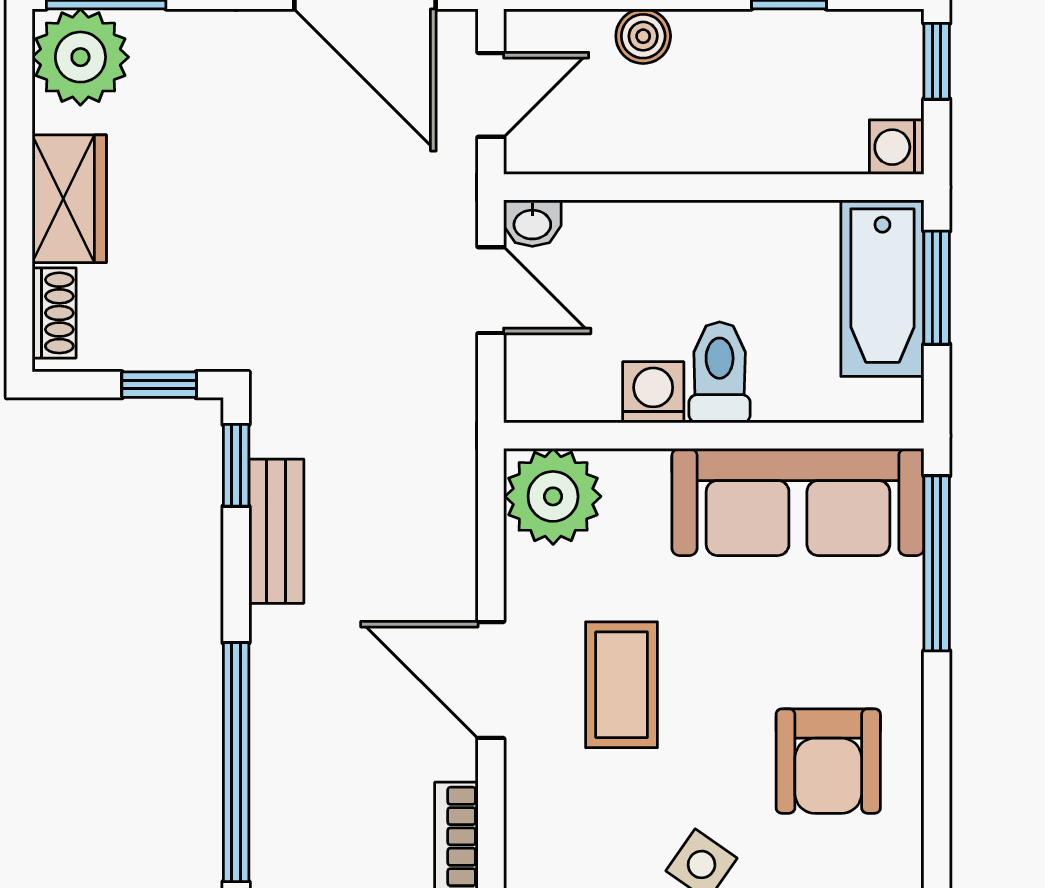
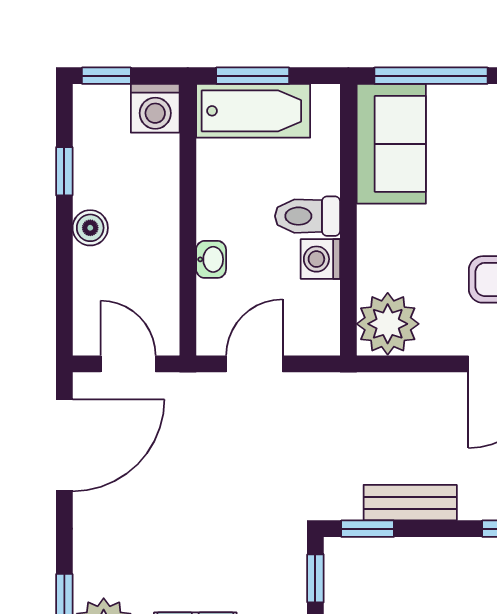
boiler: (643, 36) -> (90, 228), moved
washing machine: (897, 147) -> (155, 108), width x1.38, depth x1.38
washbasin: (532, 223) -> (211, 259), moved
sofa: (798, 502) -> (391, 144), width x0.73

